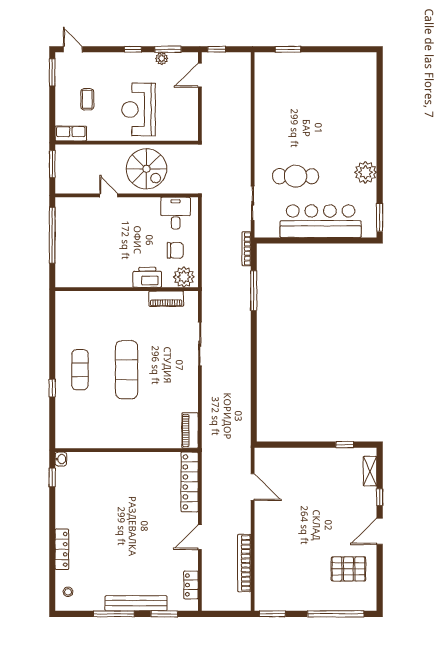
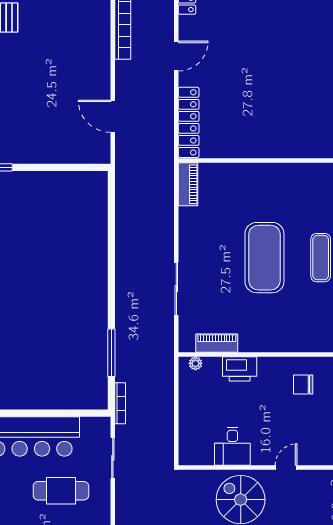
door: (109, 195) -> (286, 467), swing flipped
desk: (176, 213) -> (232, 446), moved
chair: (175, 250) -> (303, 384), moved
plant: (184, 277) -> (195, 363), width x0.53, depth x0.53
exercise mat: (127, 370) -> (264, 258), width x1.47

